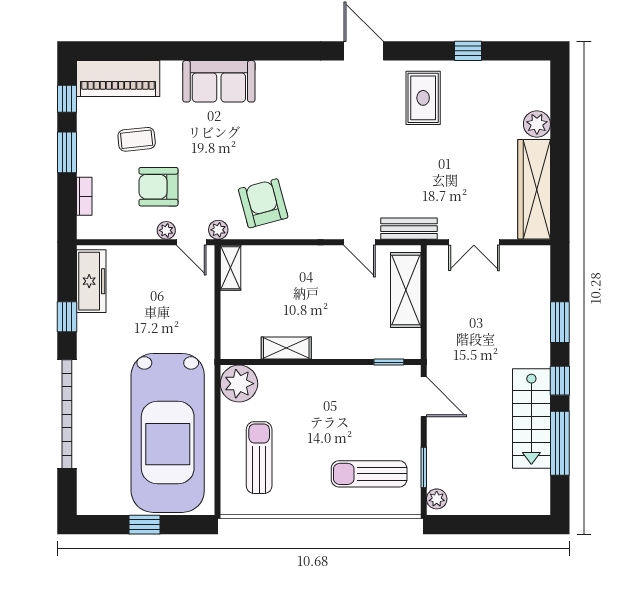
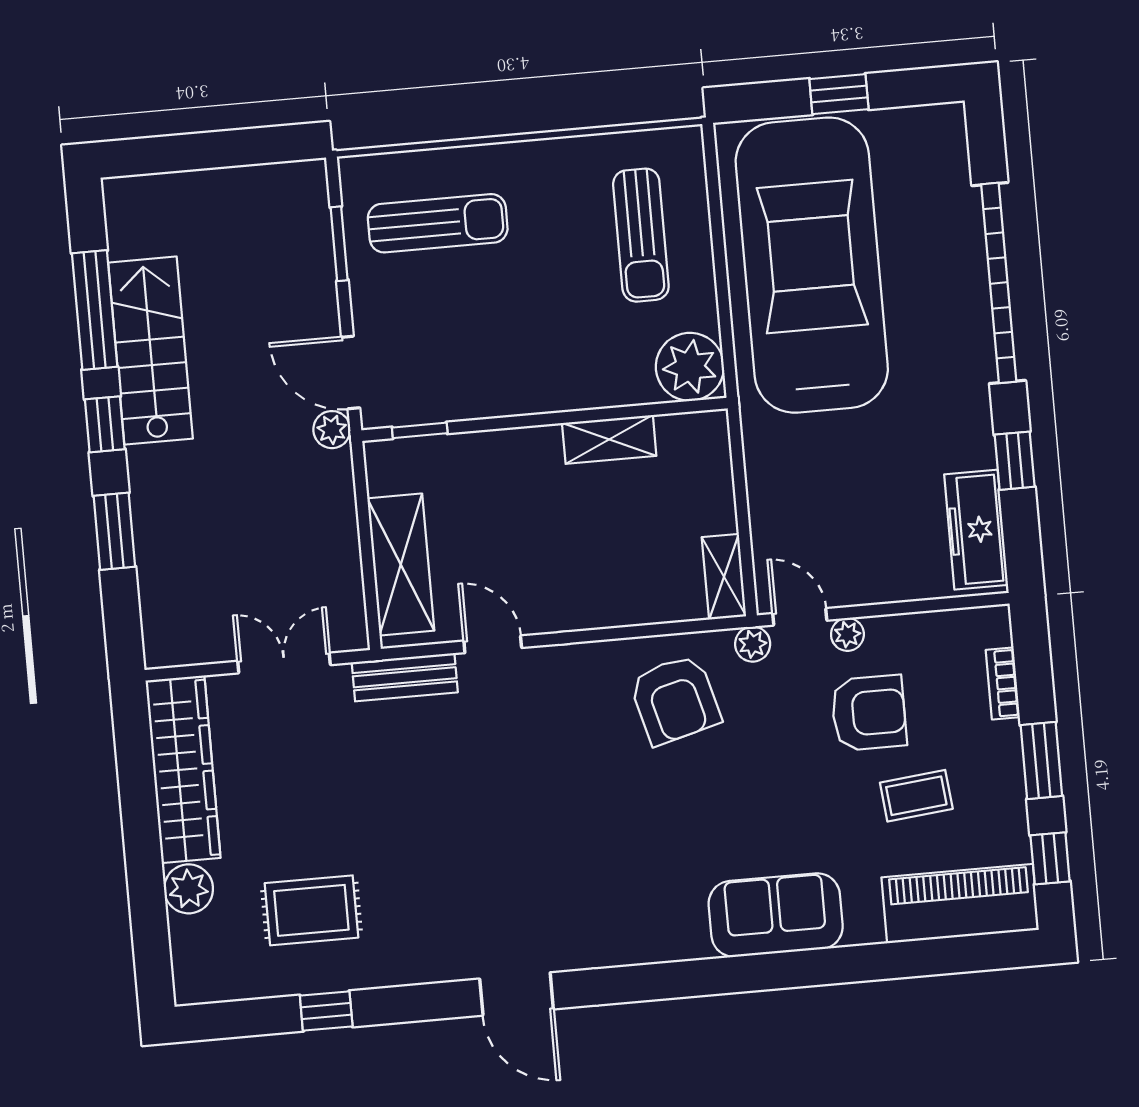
rug: (423, 98) -> (311, 910), moved, turned 90
plant: (437, 499) -> (332, 430), moved

